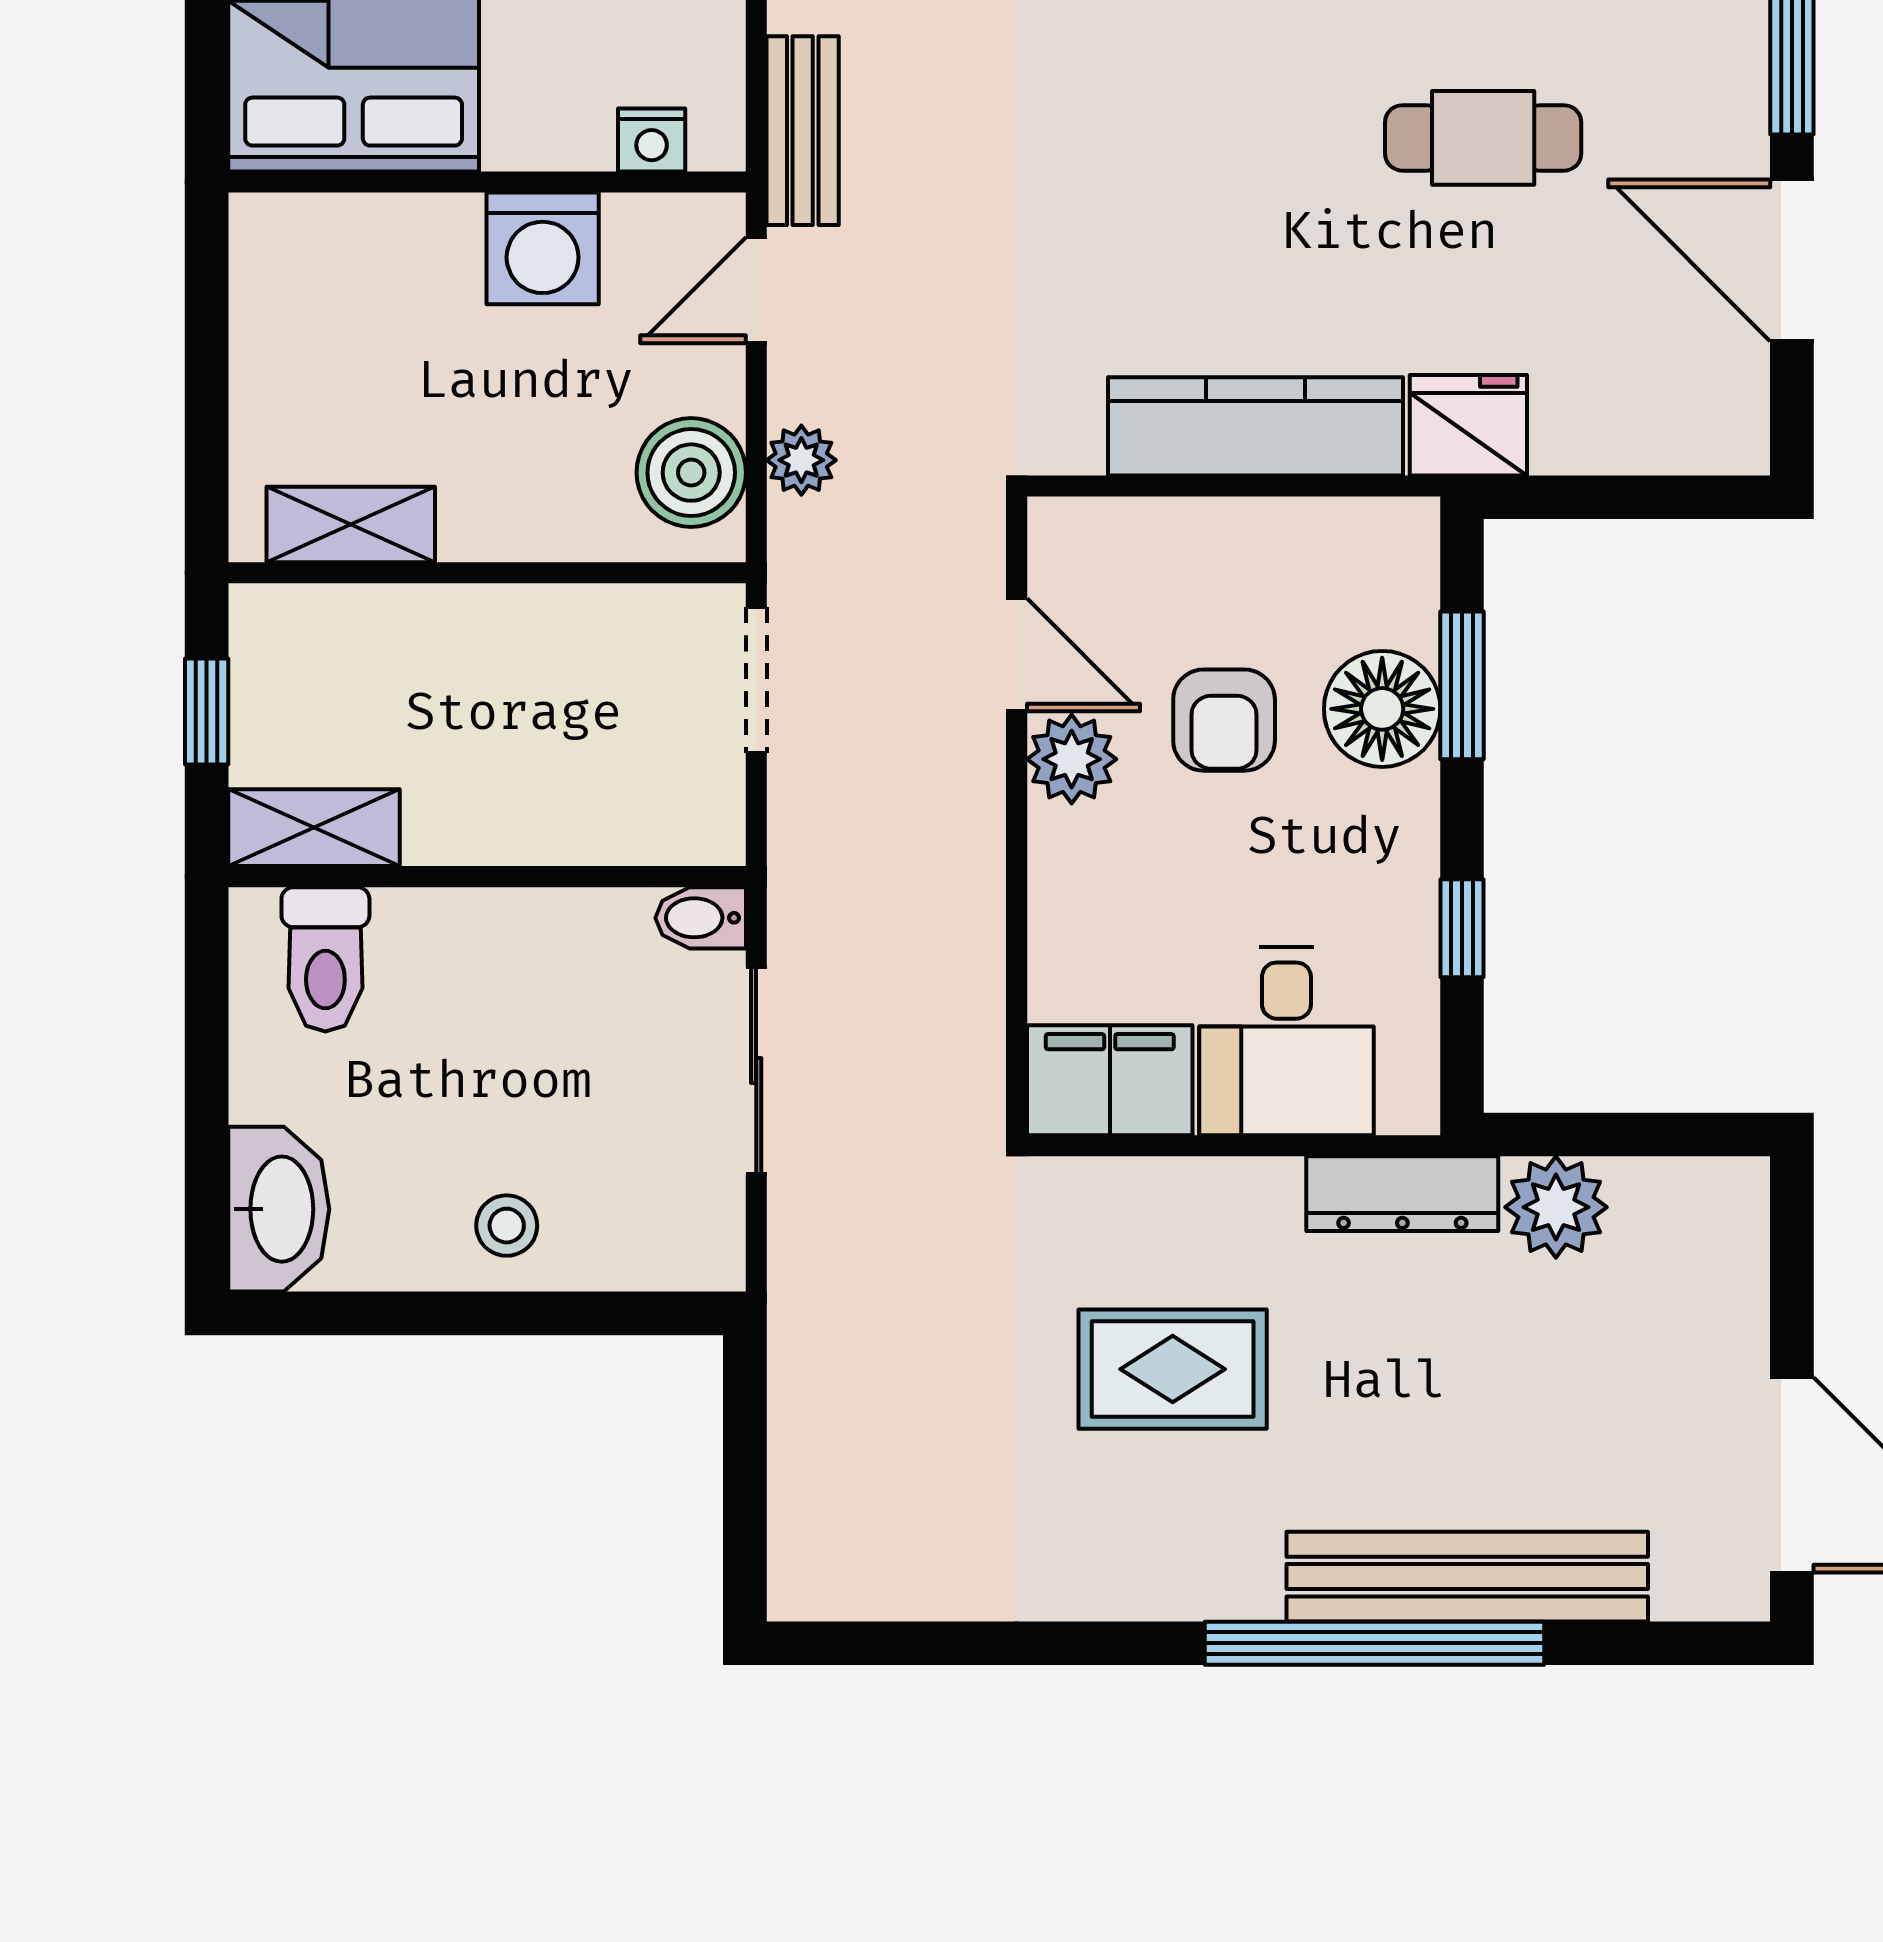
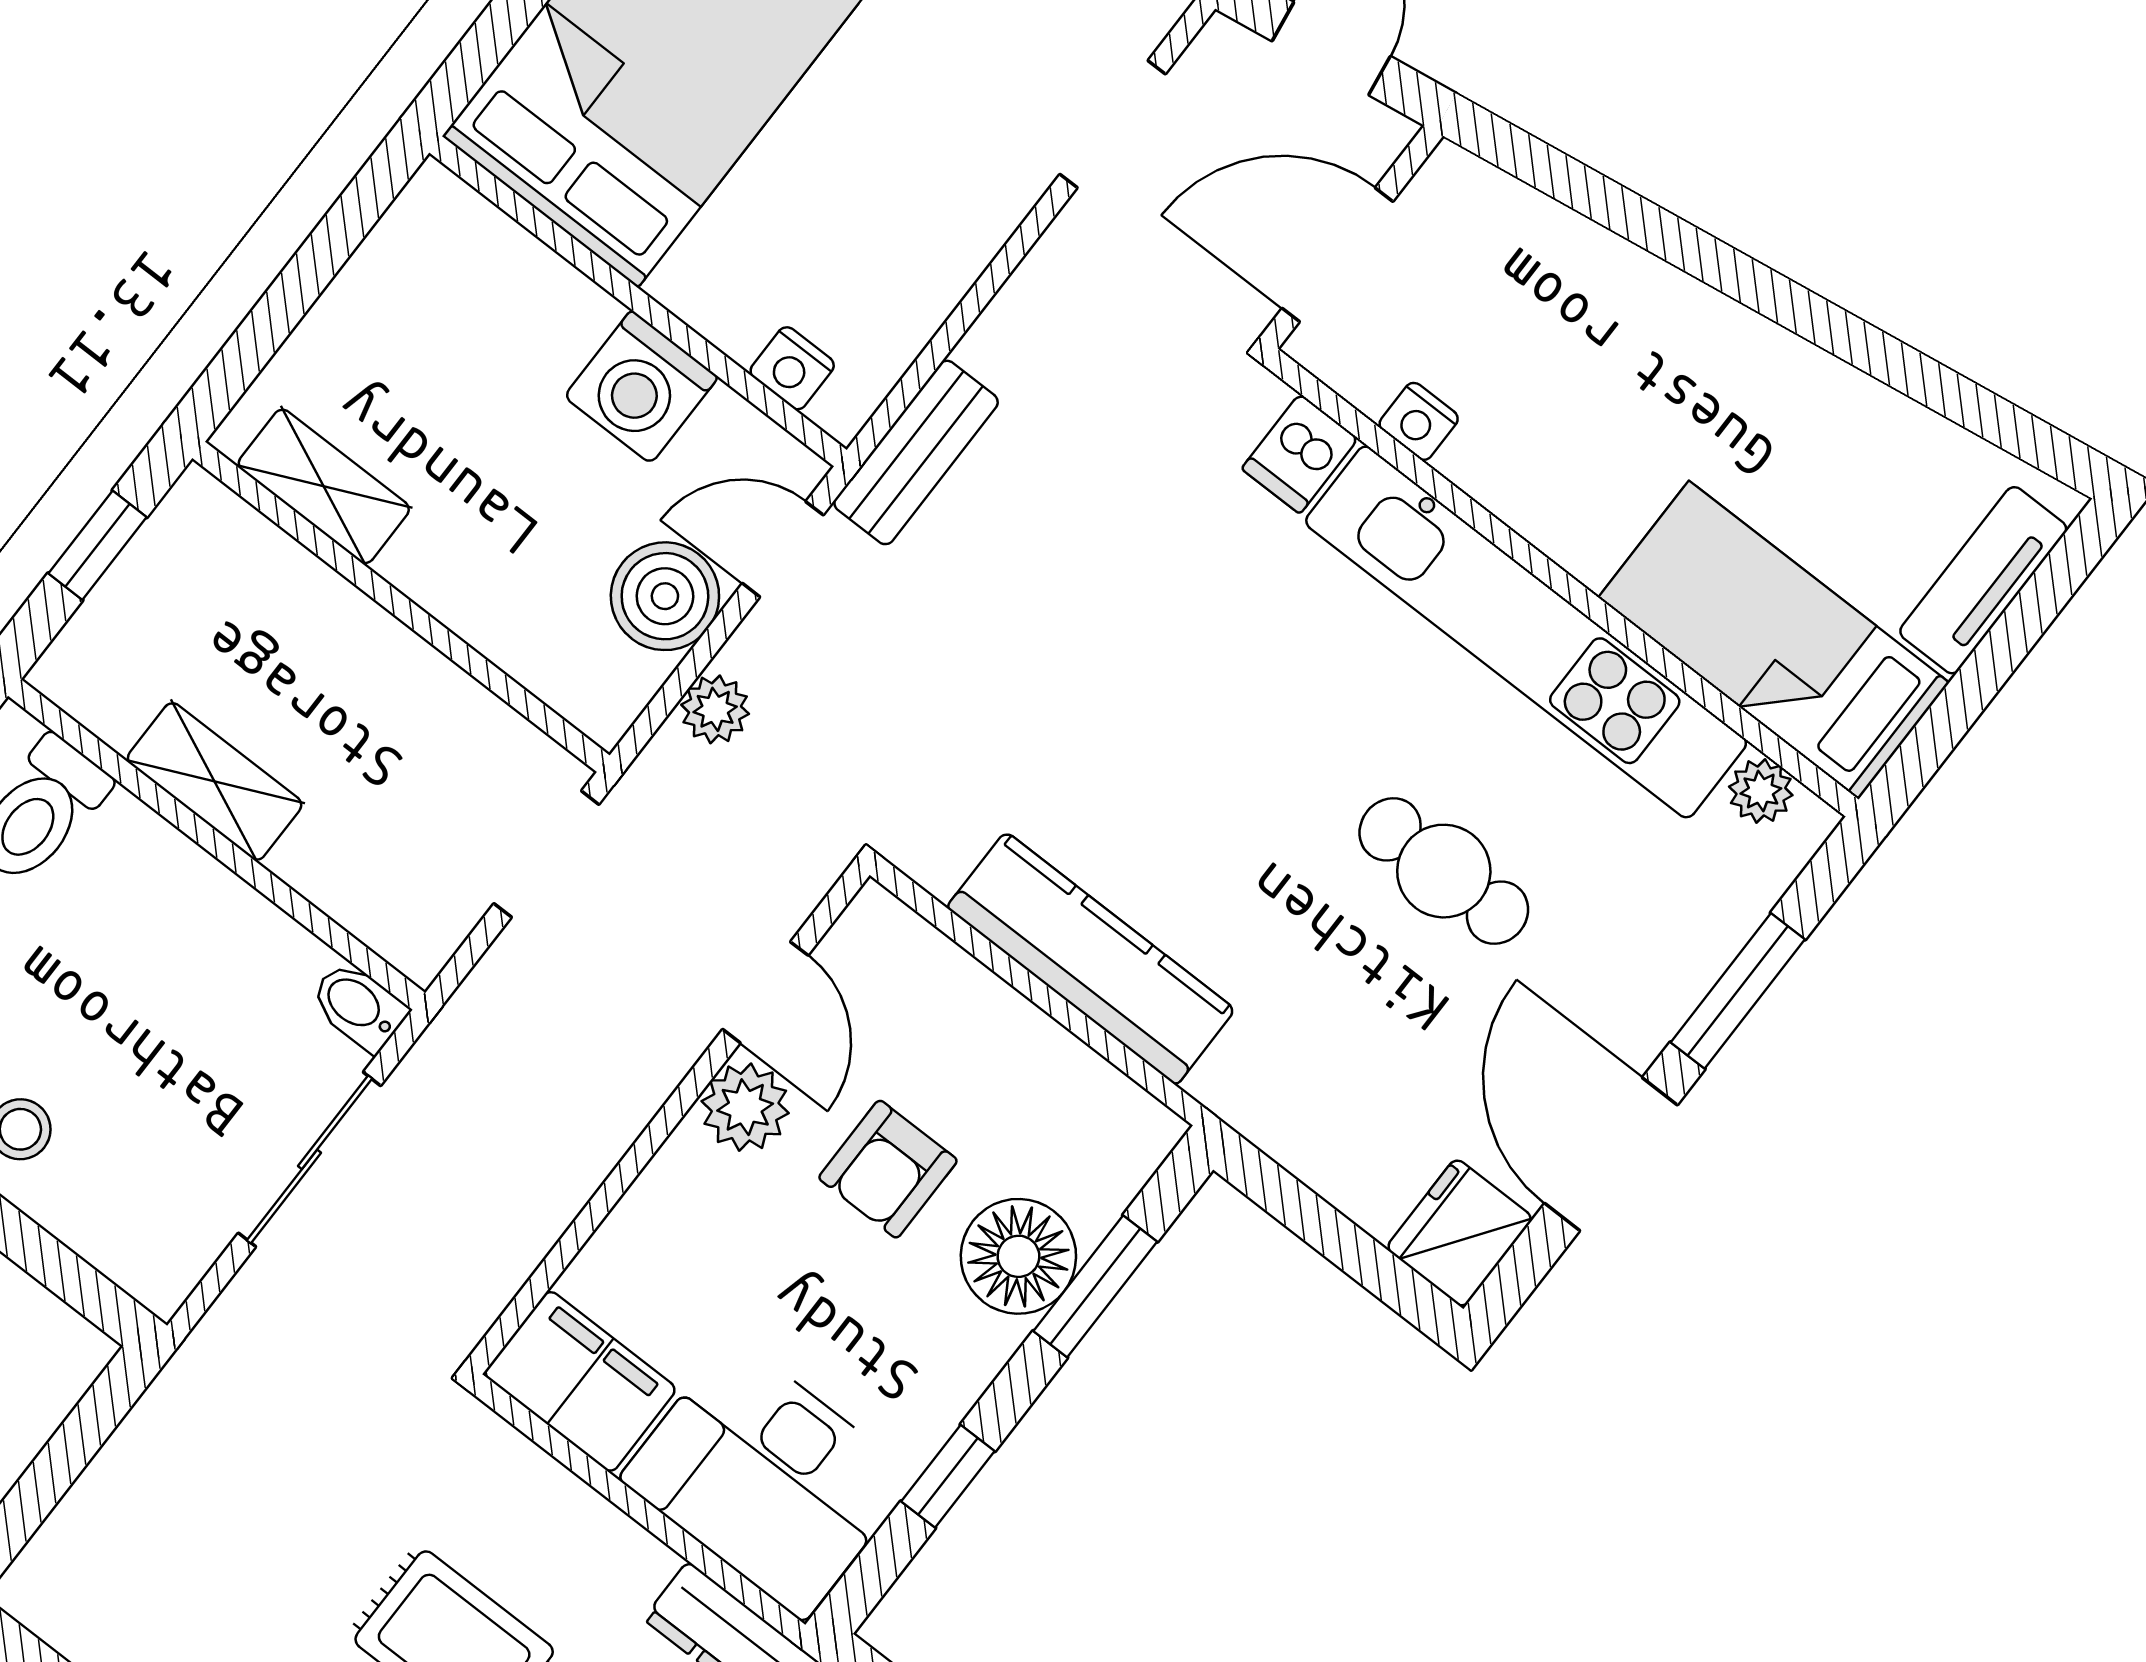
fridge: (1468, 425) -> (1460, 1233), moved, turned -90
boiler: (691, 473) -> (665, 596), moved
shelving: (314, 828) -> (215, 781), moved
desk: (1286, 1041) -> (767, 1478), width x1.37

